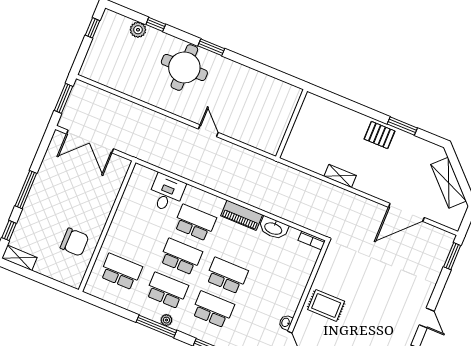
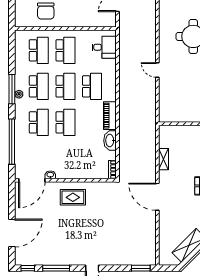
door: (208, 131) -> (157, 70), swing flipped
shelving: (340, 176) -> (164, 159), moved
desk: (166, 193) -> (104, 47), moved
door: (406, 212) -> (157, 197), moved
school desk: (135, 238) -> (65, 50), added
rug: (326, 305) -> (73, 197), turned 90

